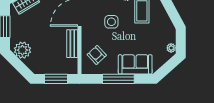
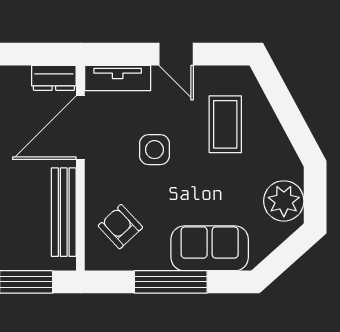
bench: (72, 44) -> (64, 212), width x1.36
plant: (171, 48) -> (284, 201), width x1.88, depth x1.88

